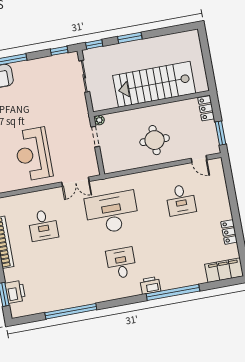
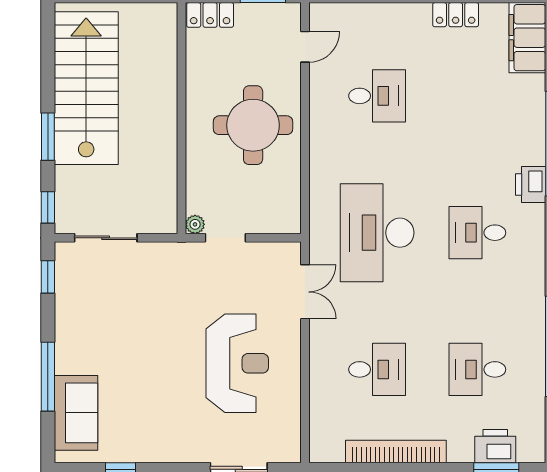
stairs: (154, 84) -> (86, 88), moved, turned 180
round table: (155, 140) -> (253, 125), width x1.36, depth x1.36
reception desk: (33, 154) -> (237, 363), turned -90
desk: (52, 276) -> (477, 369), added

